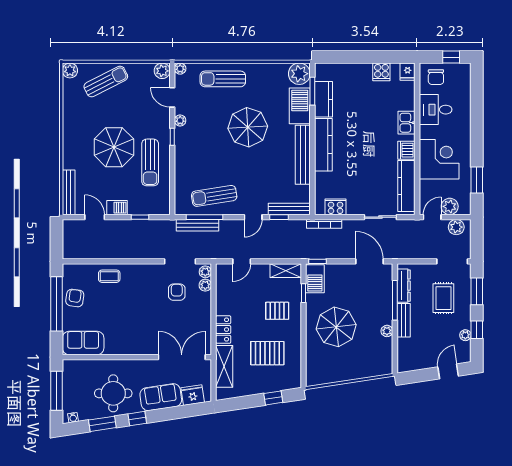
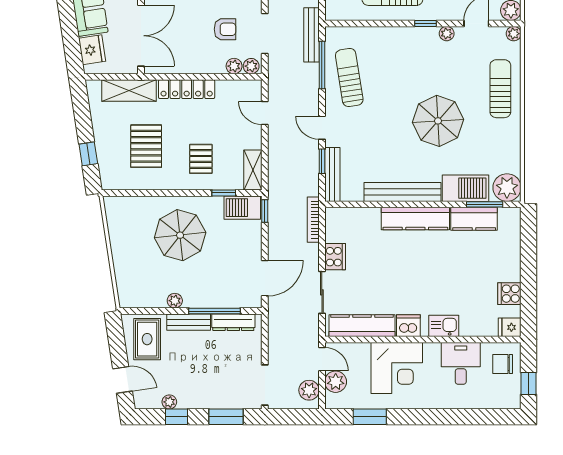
cooker: (336, 207) -> (335, 257), moved
bench: (198, 225) -> (311, 35), moved
rug: (443, 298) -> (147, 339), moved, turned 90
locker: (223, 330) -> (187, 89), width x1.53

